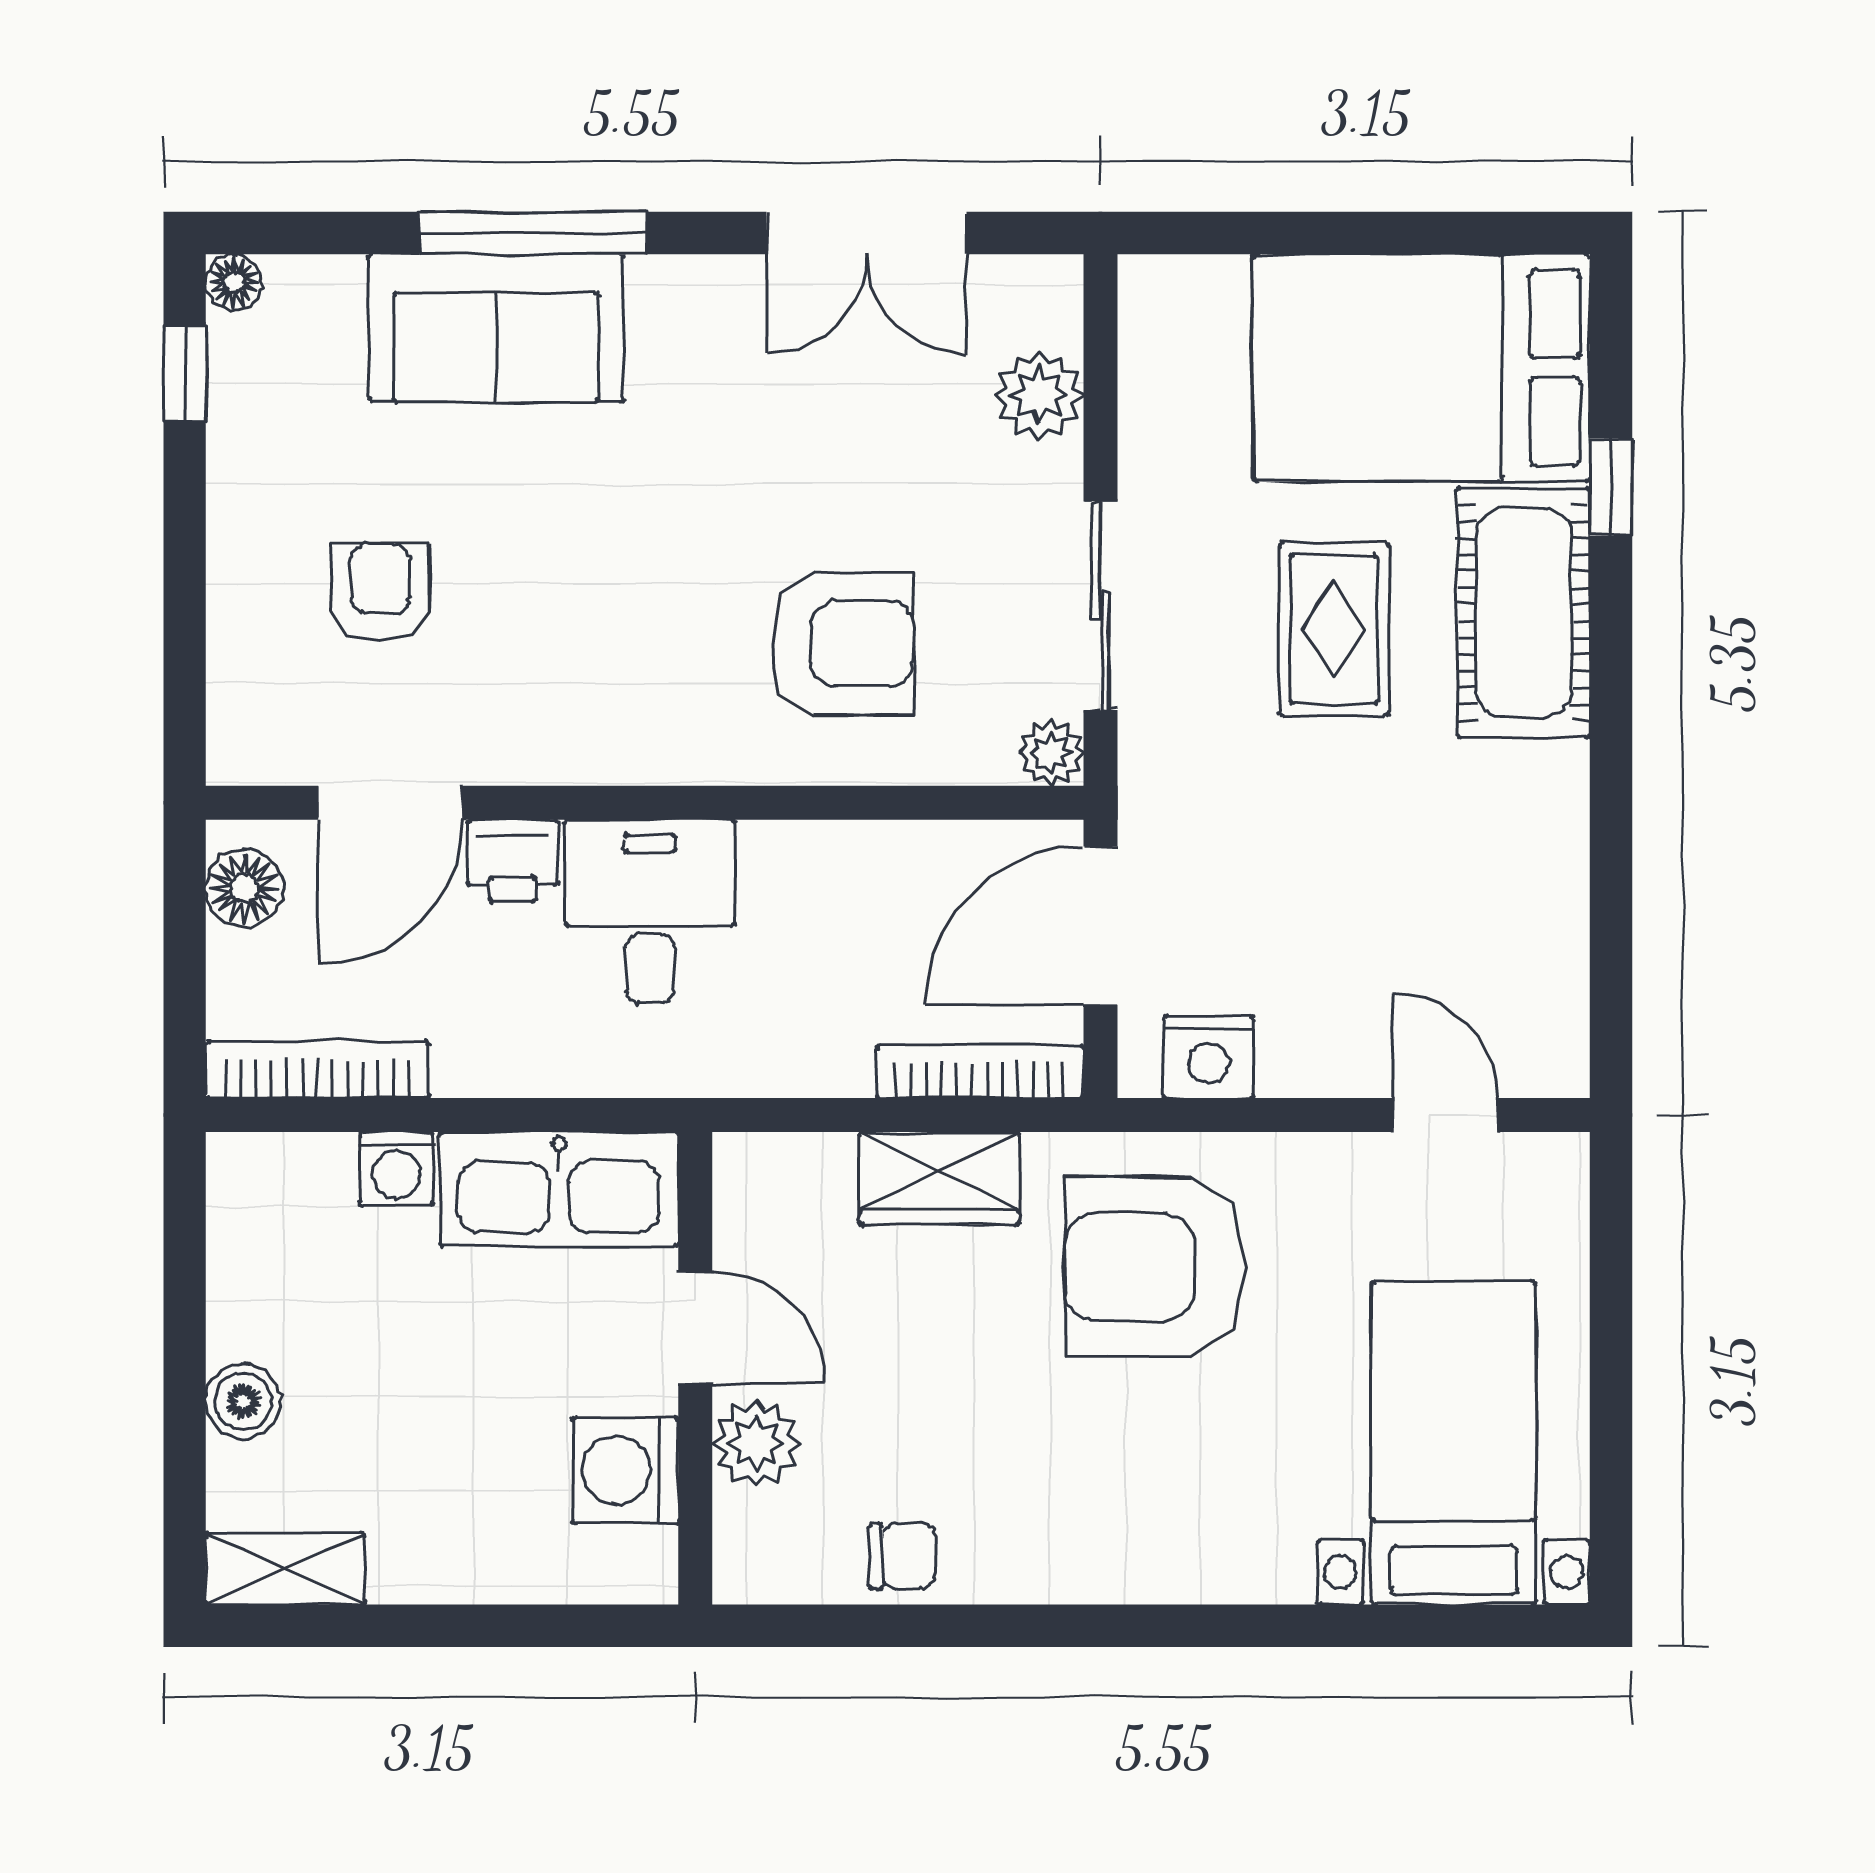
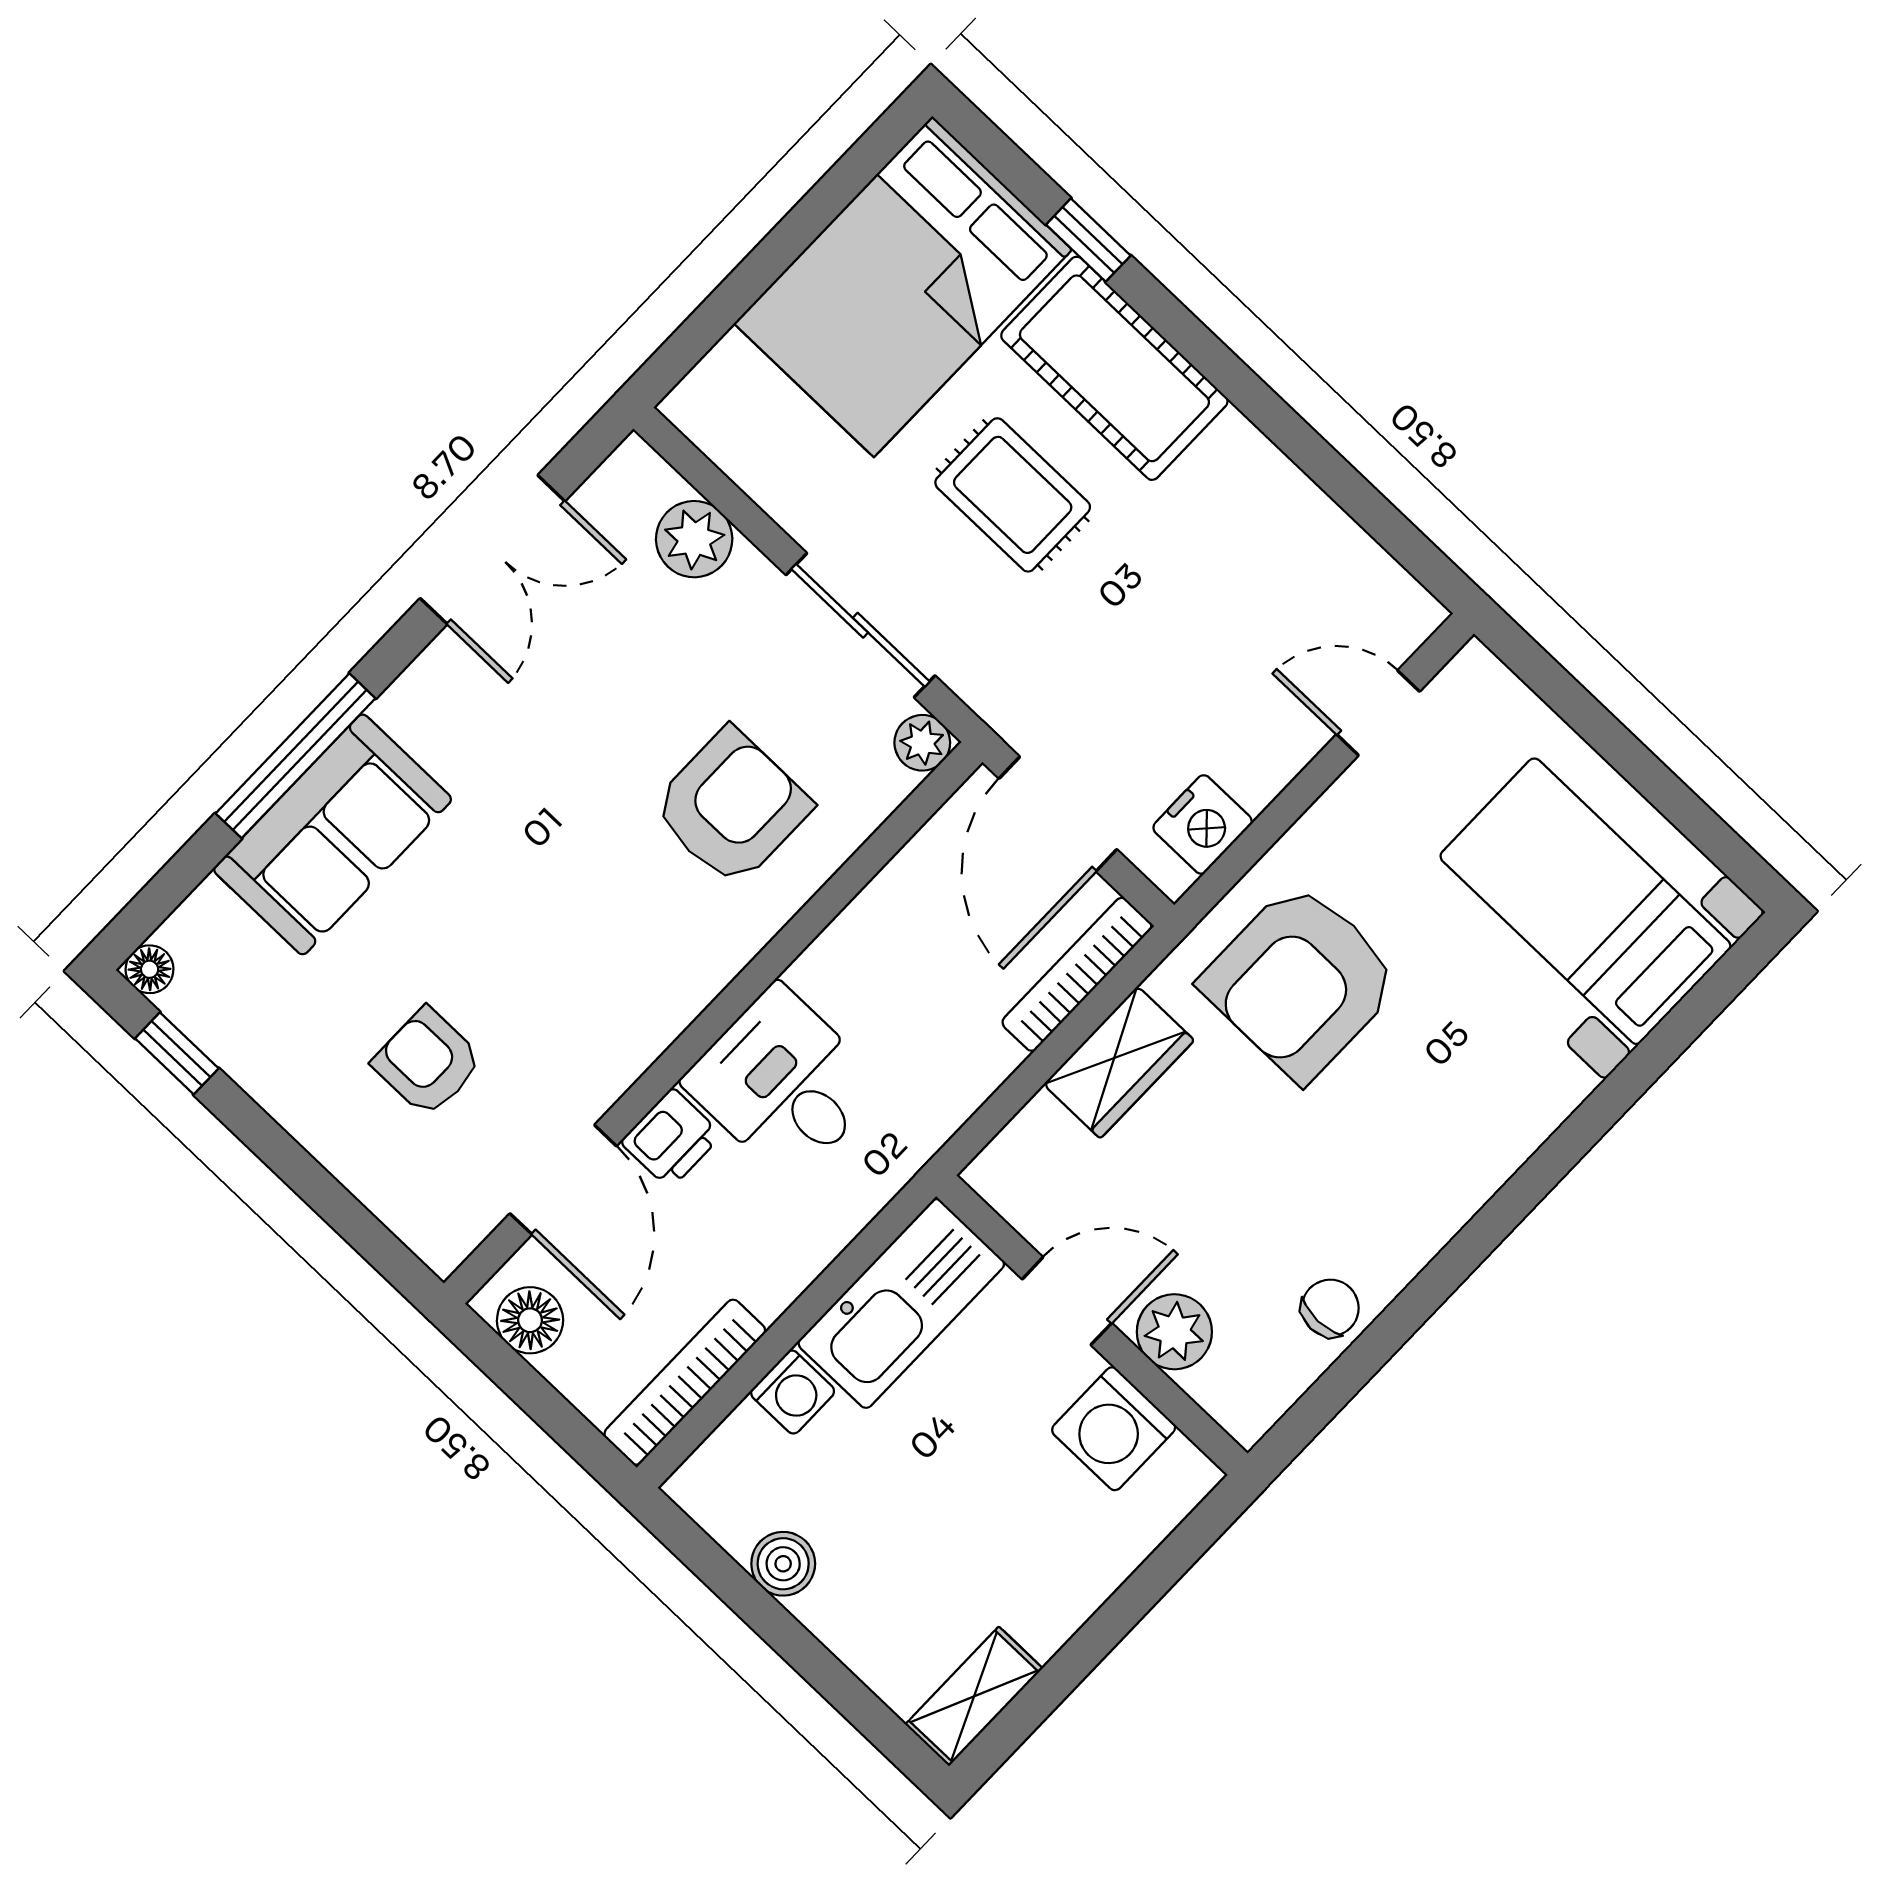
boiler: (243, 1402) -> (783, 1564), moved

